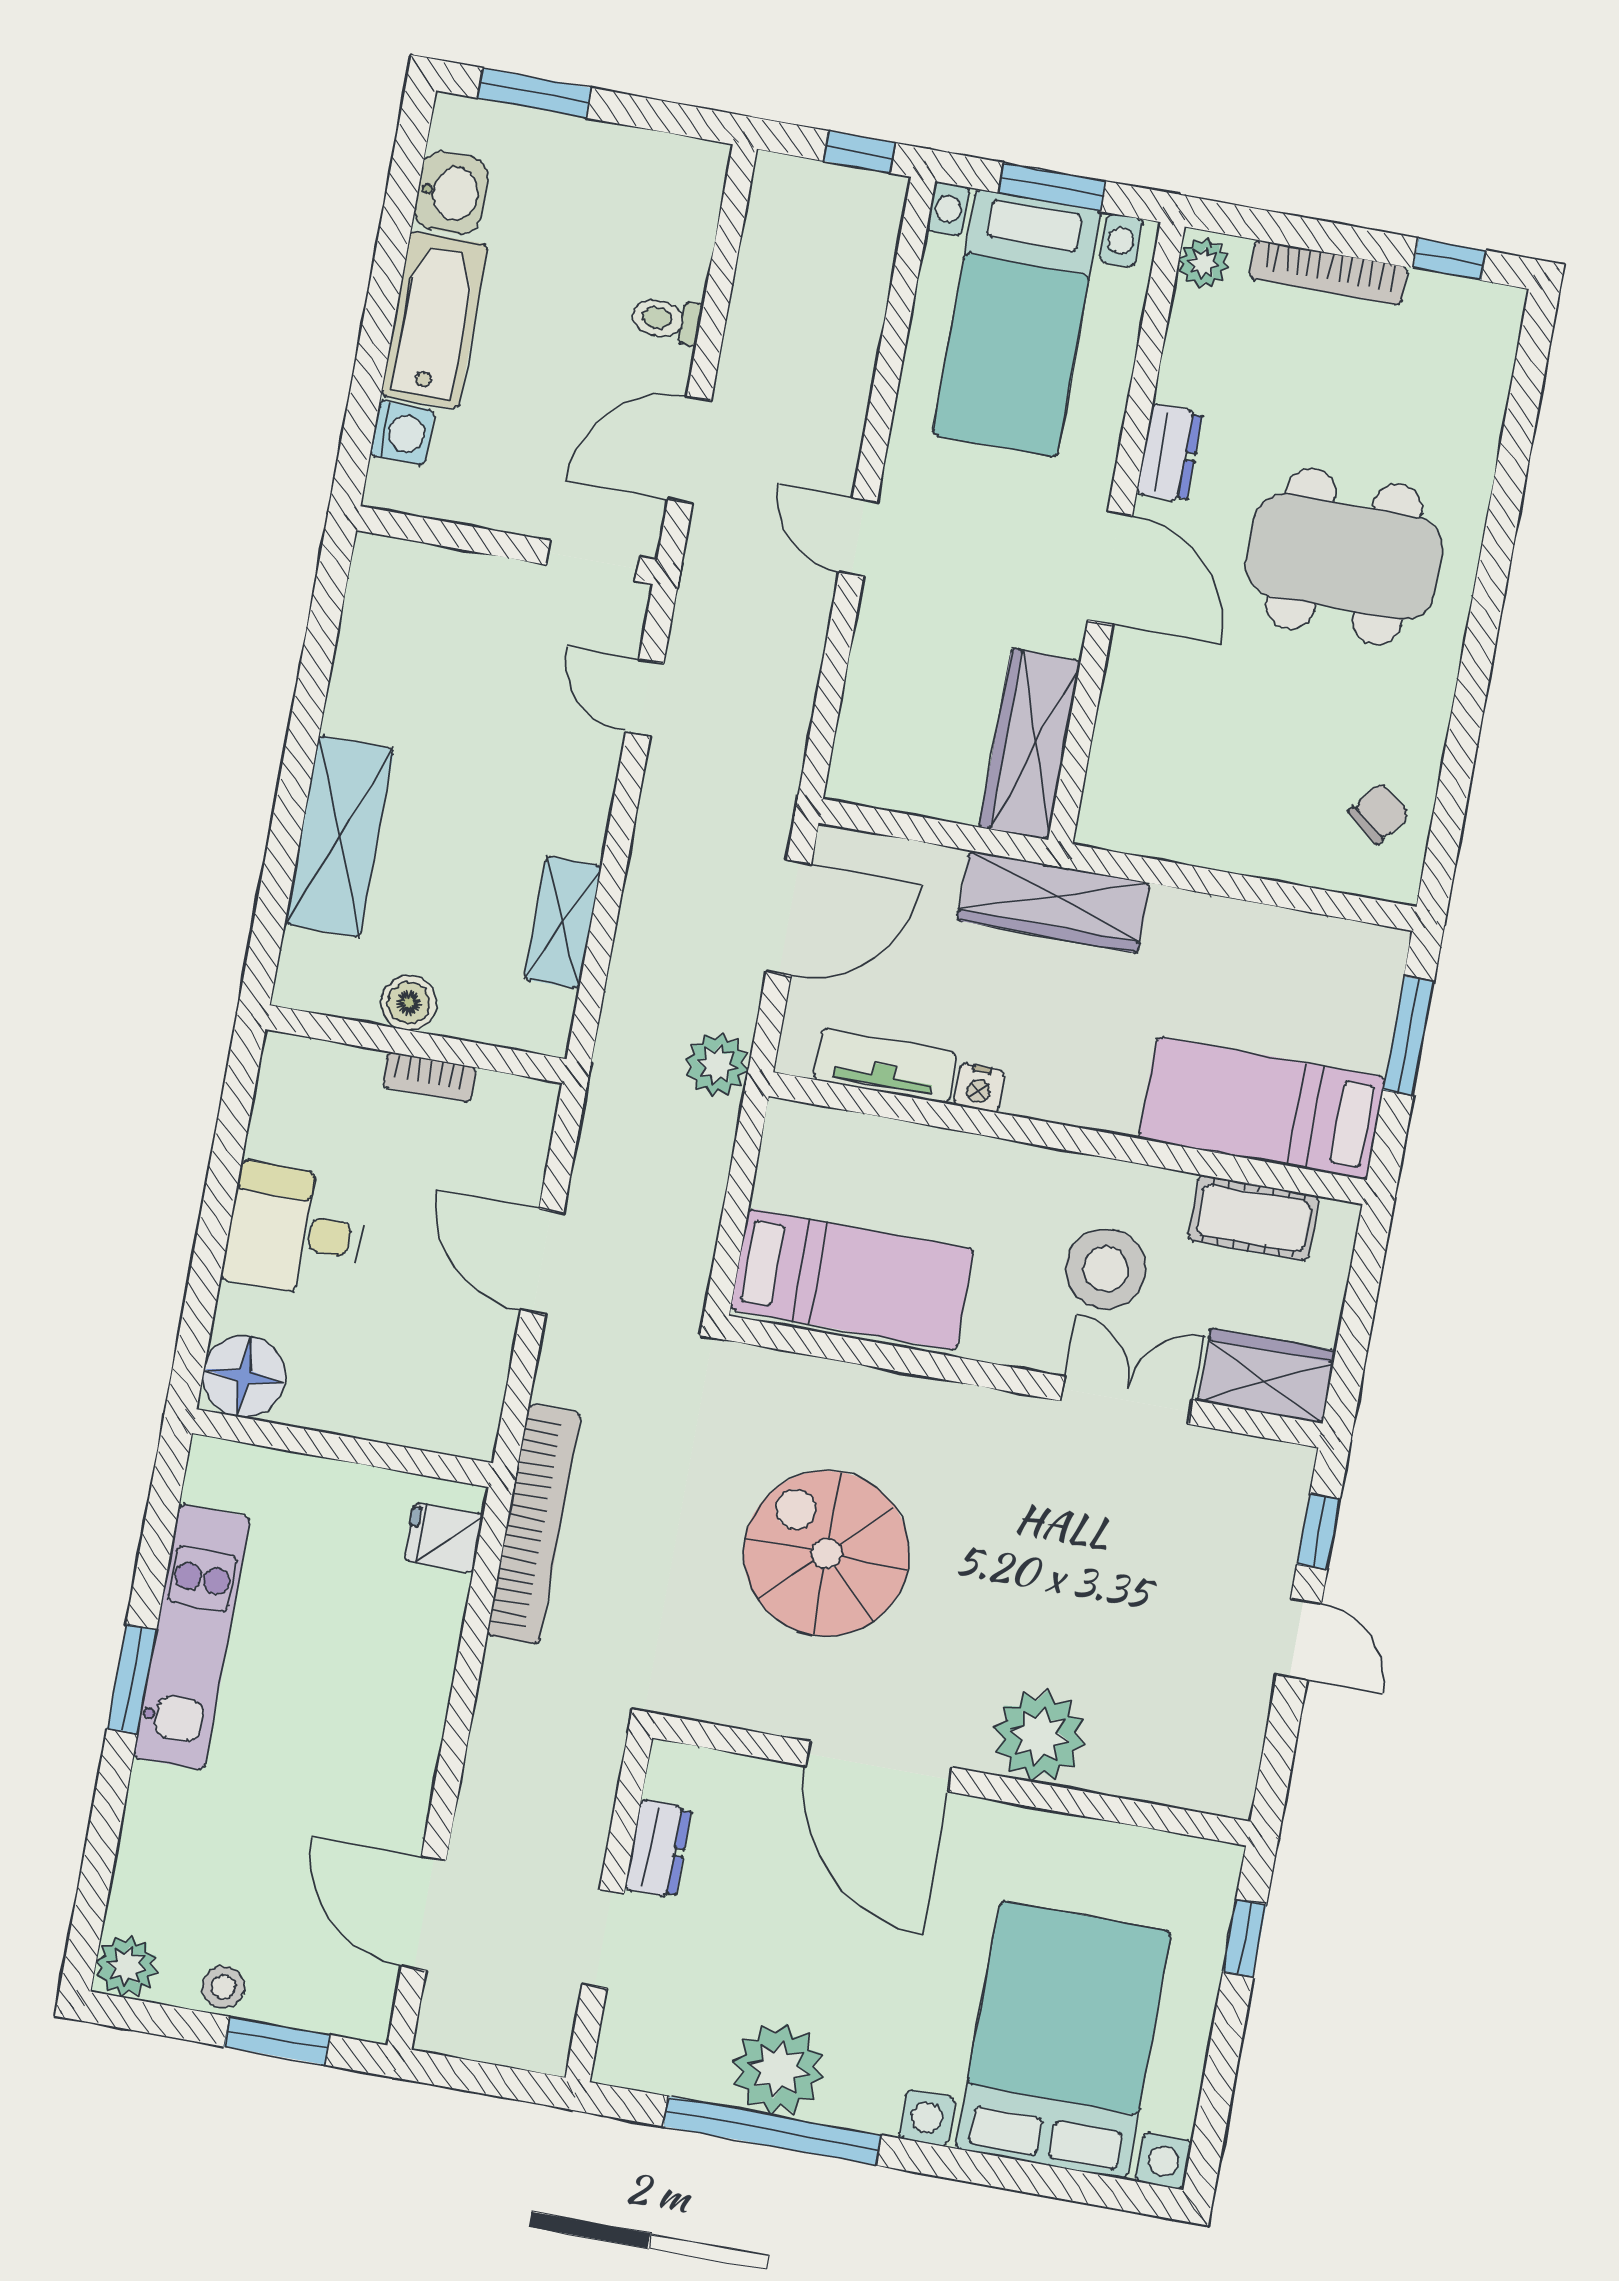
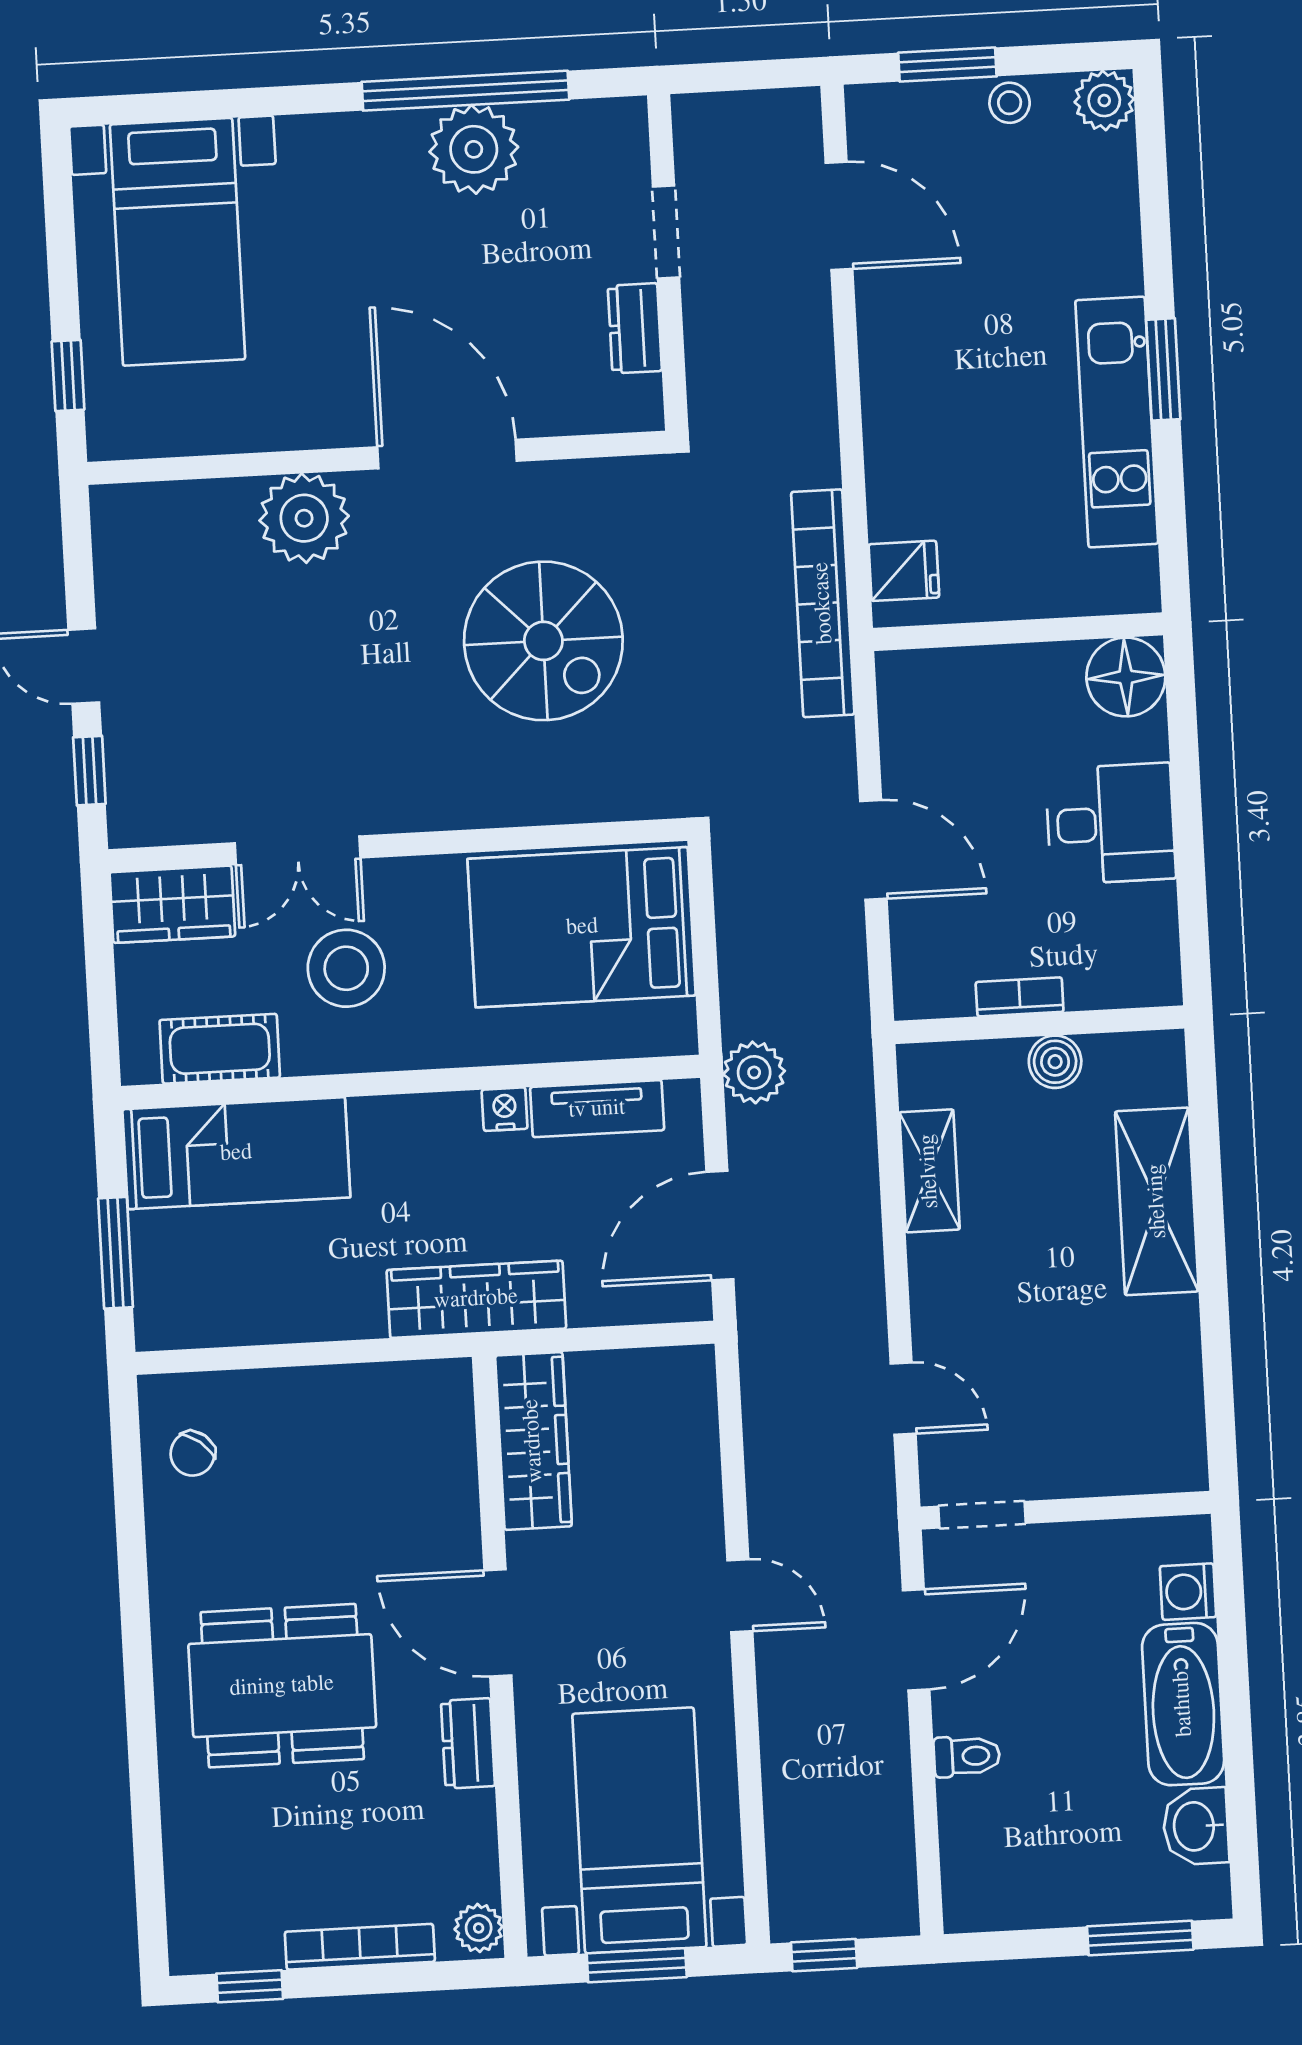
bed: (852, 1279) -> (582, 927), width x1.50
bed with nightstands: (1063, 2040) -> (178, 242), width x0.73

